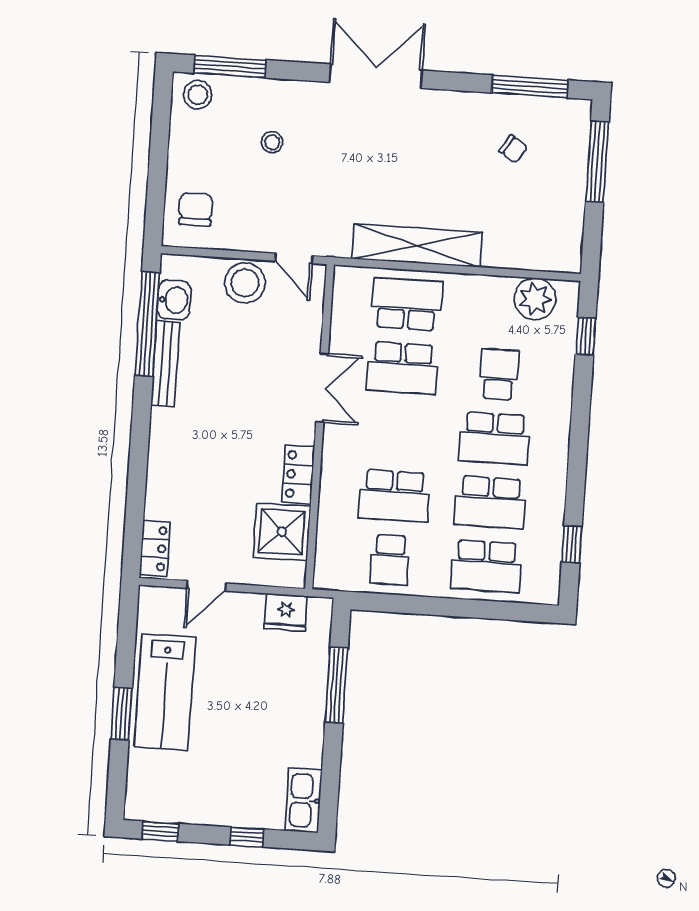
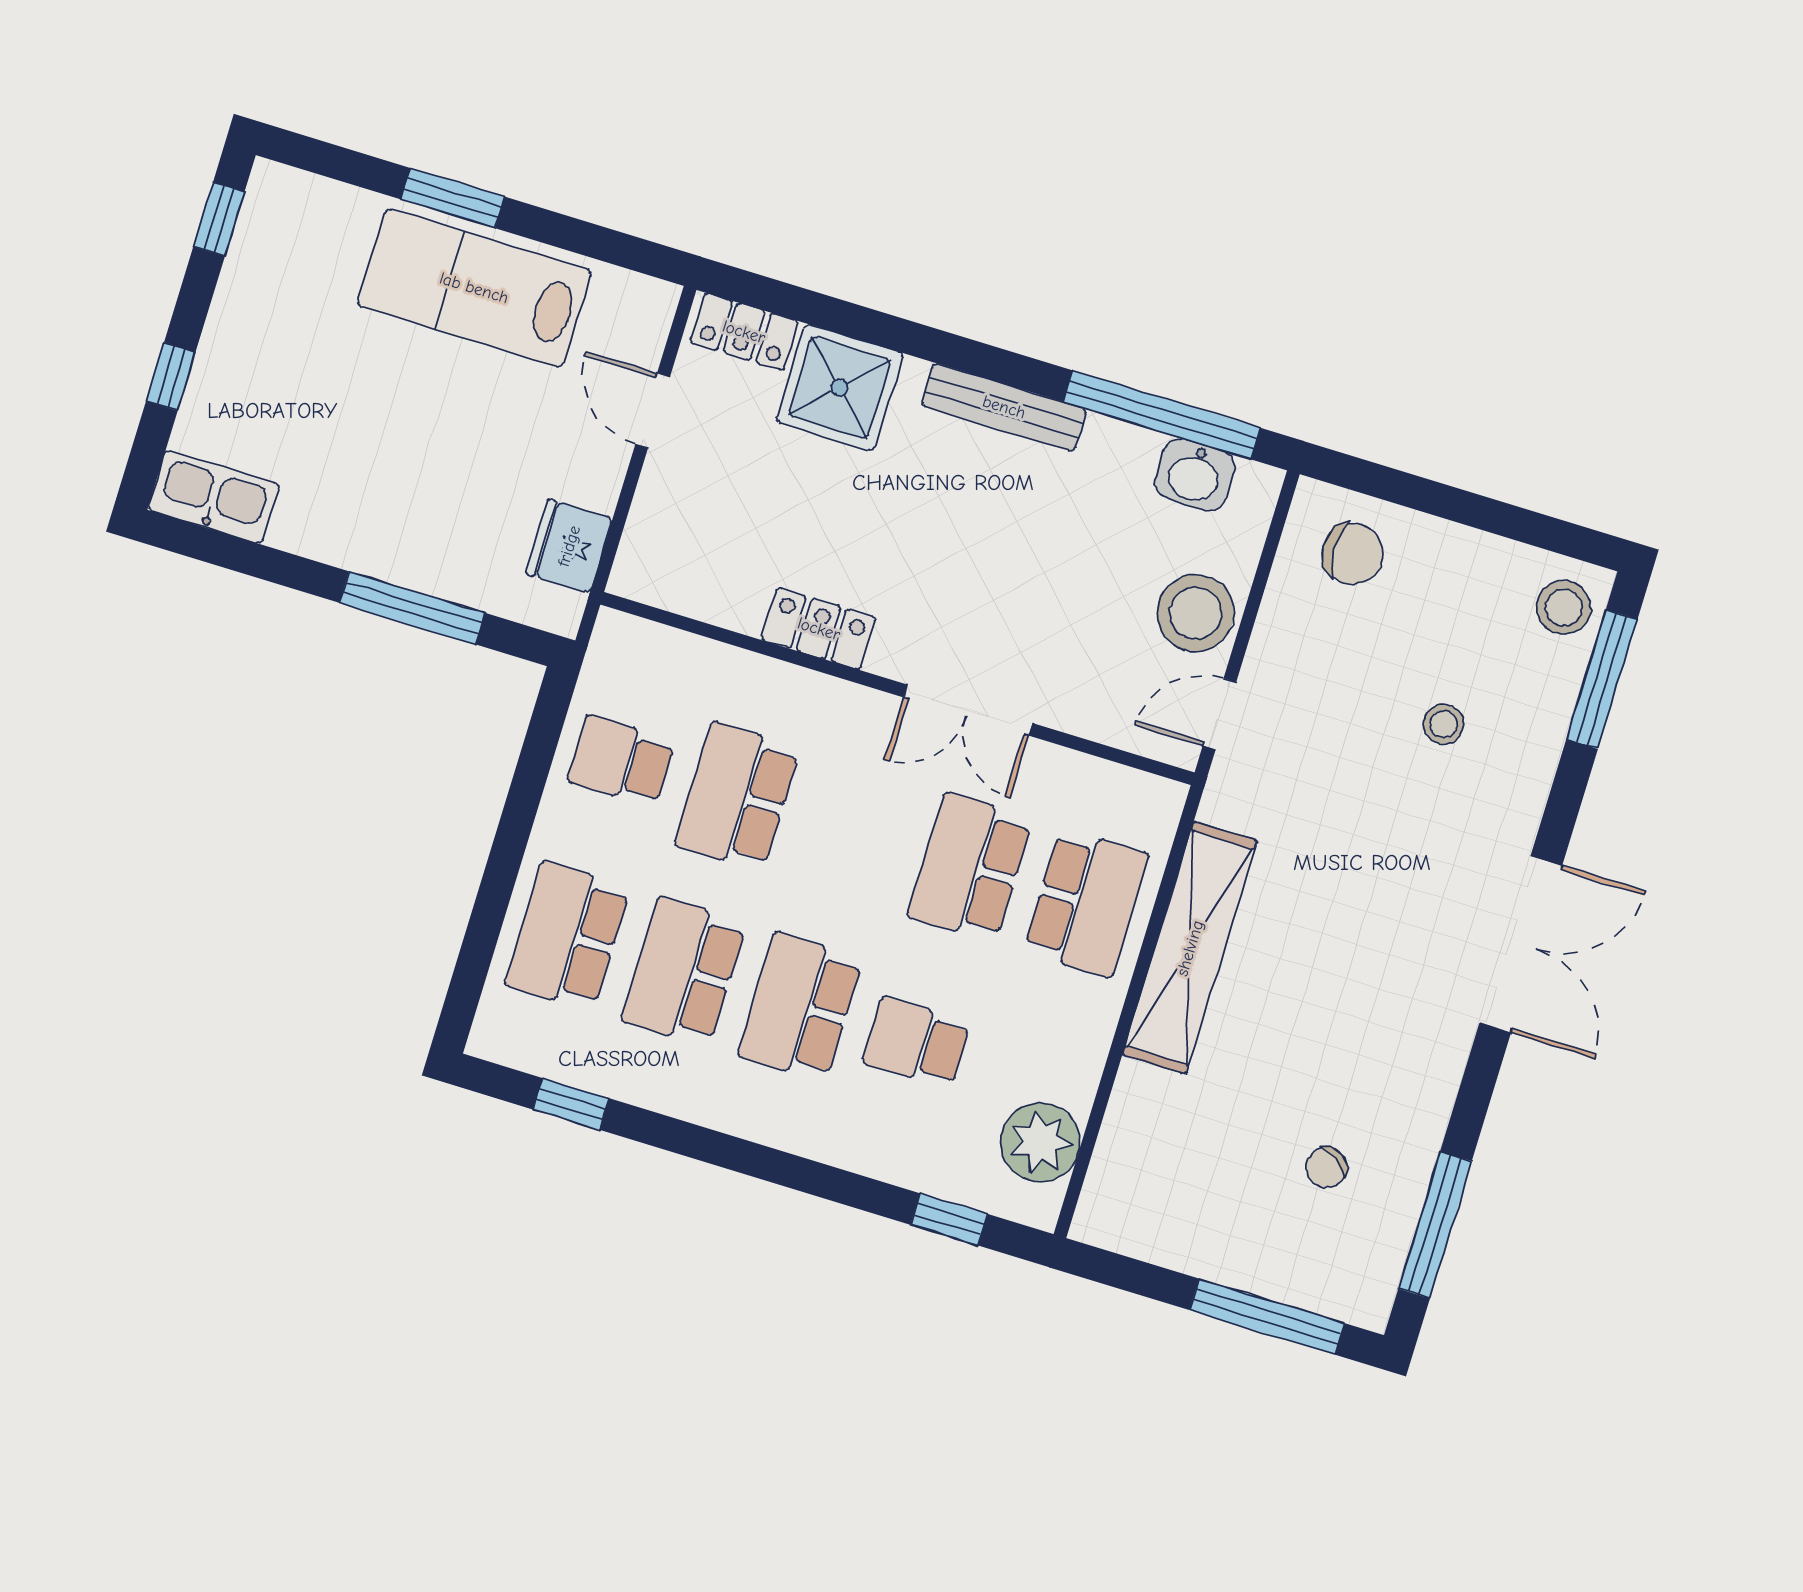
bench: (165, 364) -> (1004, 407), moved
school desk: (499, 374) -> (916, 1042), turned 180
shower: (282, 532) -> (840, 387), moved

